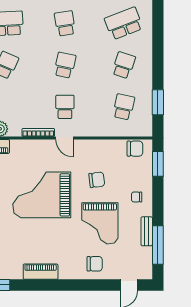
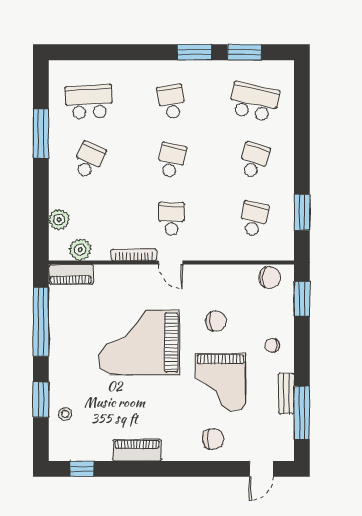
school desk: (124, 23) -> (254, 102), turned 33

